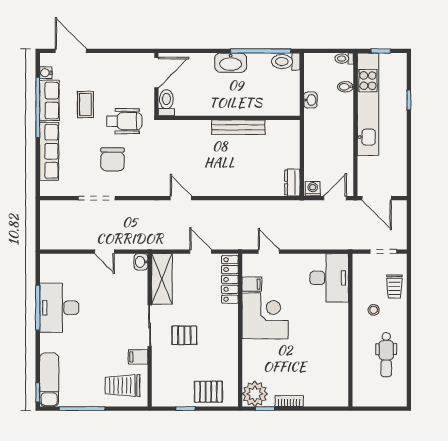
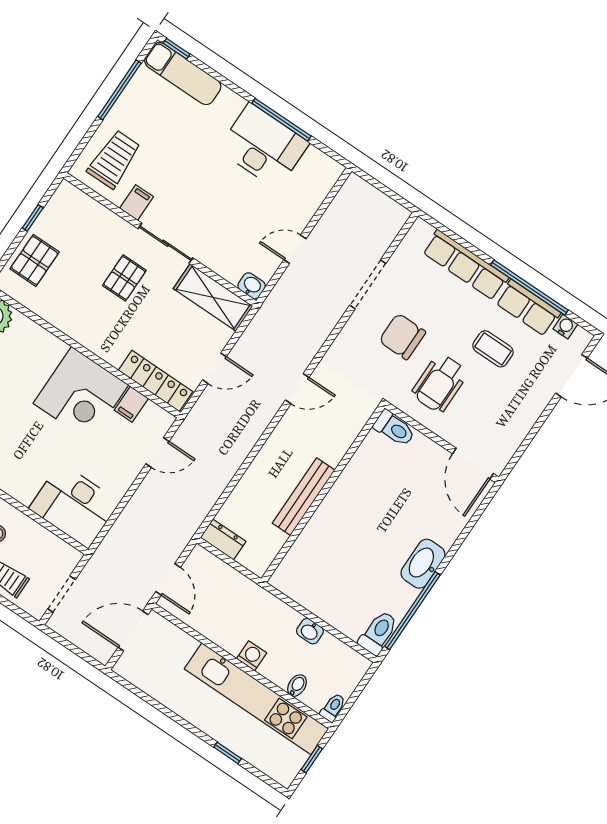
toilet: (166, 103) -> (394, 428), moved
wall: (229, 118) -> (323, 493), moved
bench: (238, 127) -> (304, 497), moved
washing machine: (313, 189) -> (252, 656), moved, turned -90

